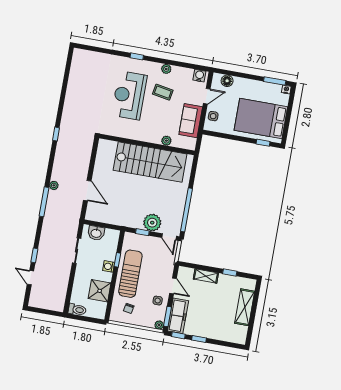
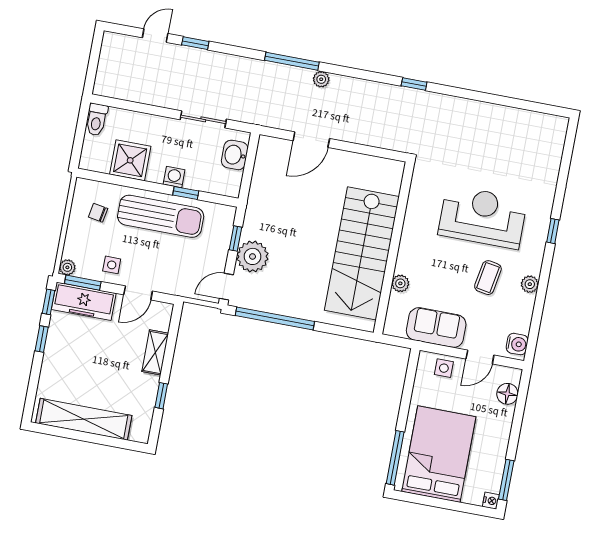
door: (207, 96) -> (480, 357), hinge flipped
window: (263, 143) -> (395, 458), width x2.17
shelving: (245, 307) -> (84, 419), width x1.47

